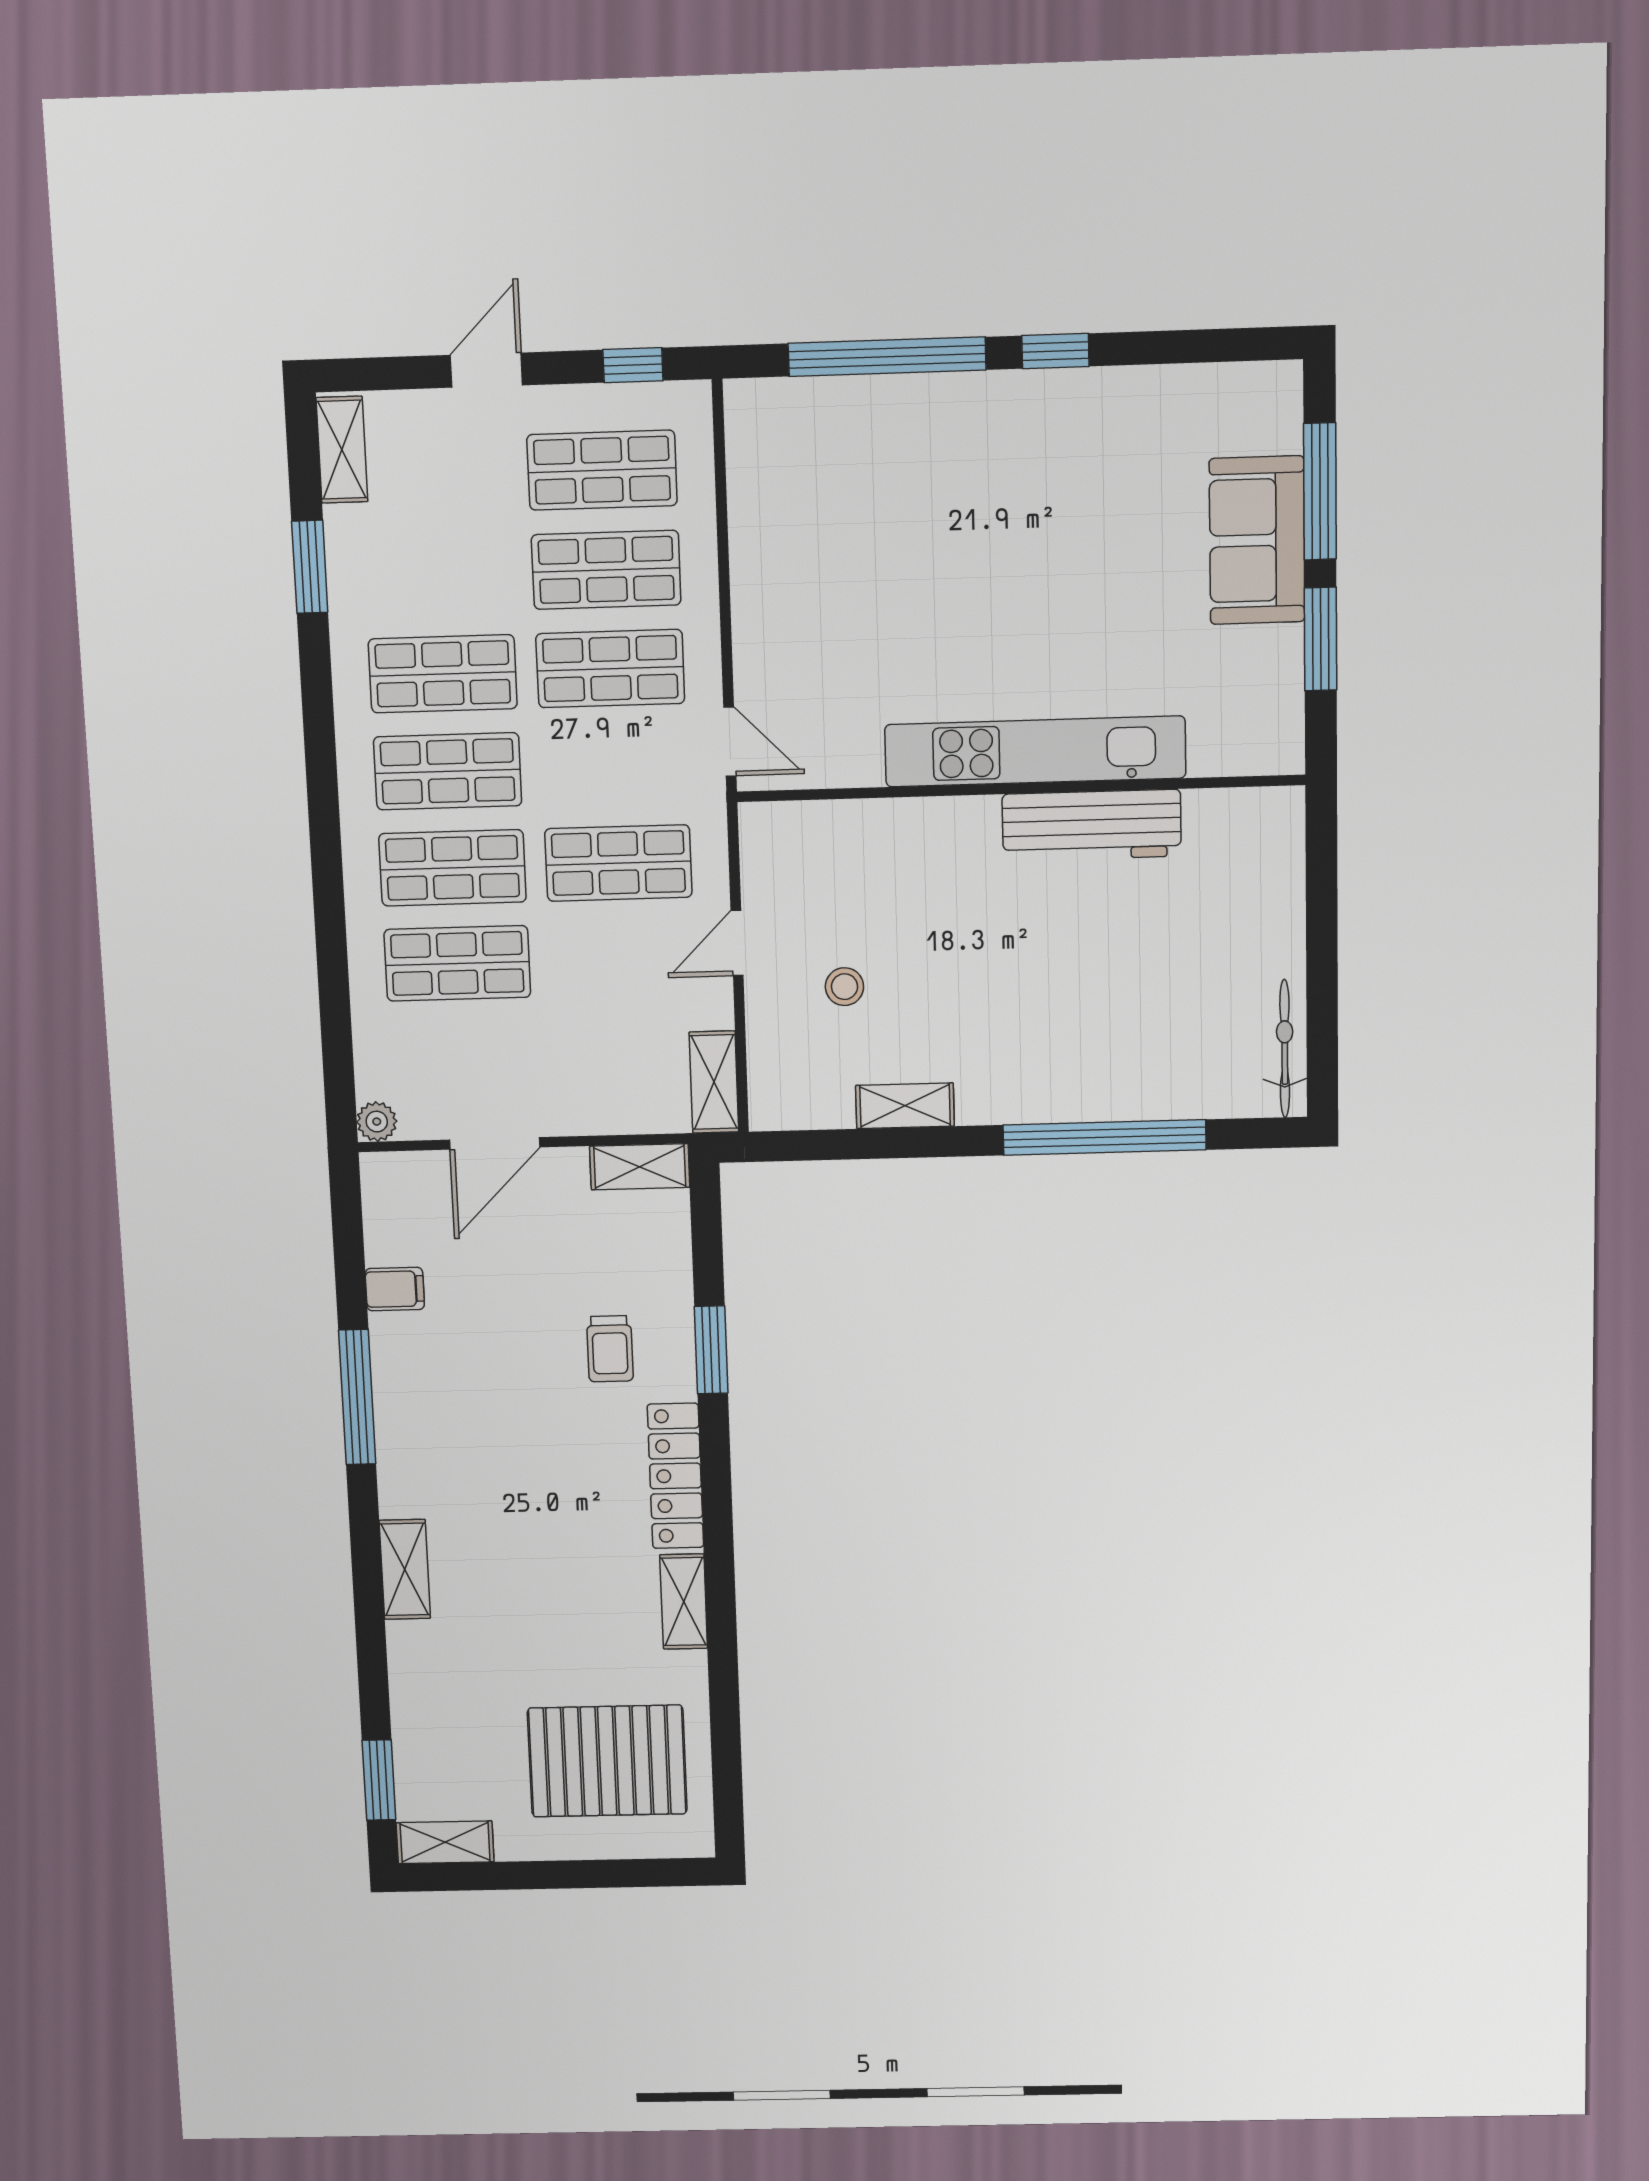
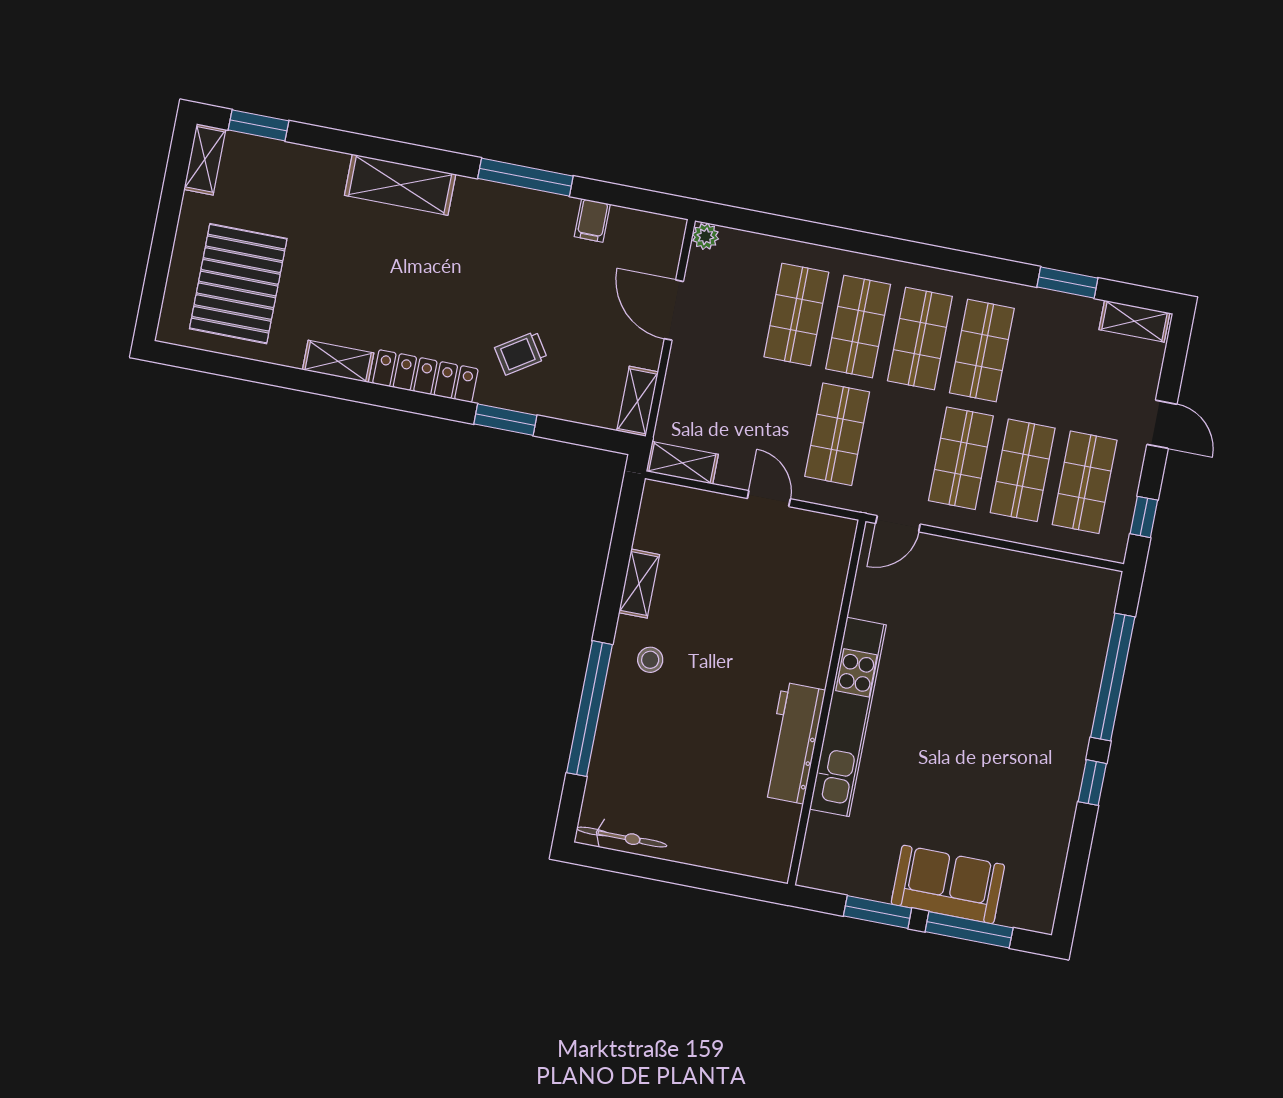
stool: (844, 987) -> (650, 660), moved
trolley: (610, 1349) -> (521, 353), turned -33
shelving: (405, 1569) -> (400, 185), width x1.50, depth x1.33

